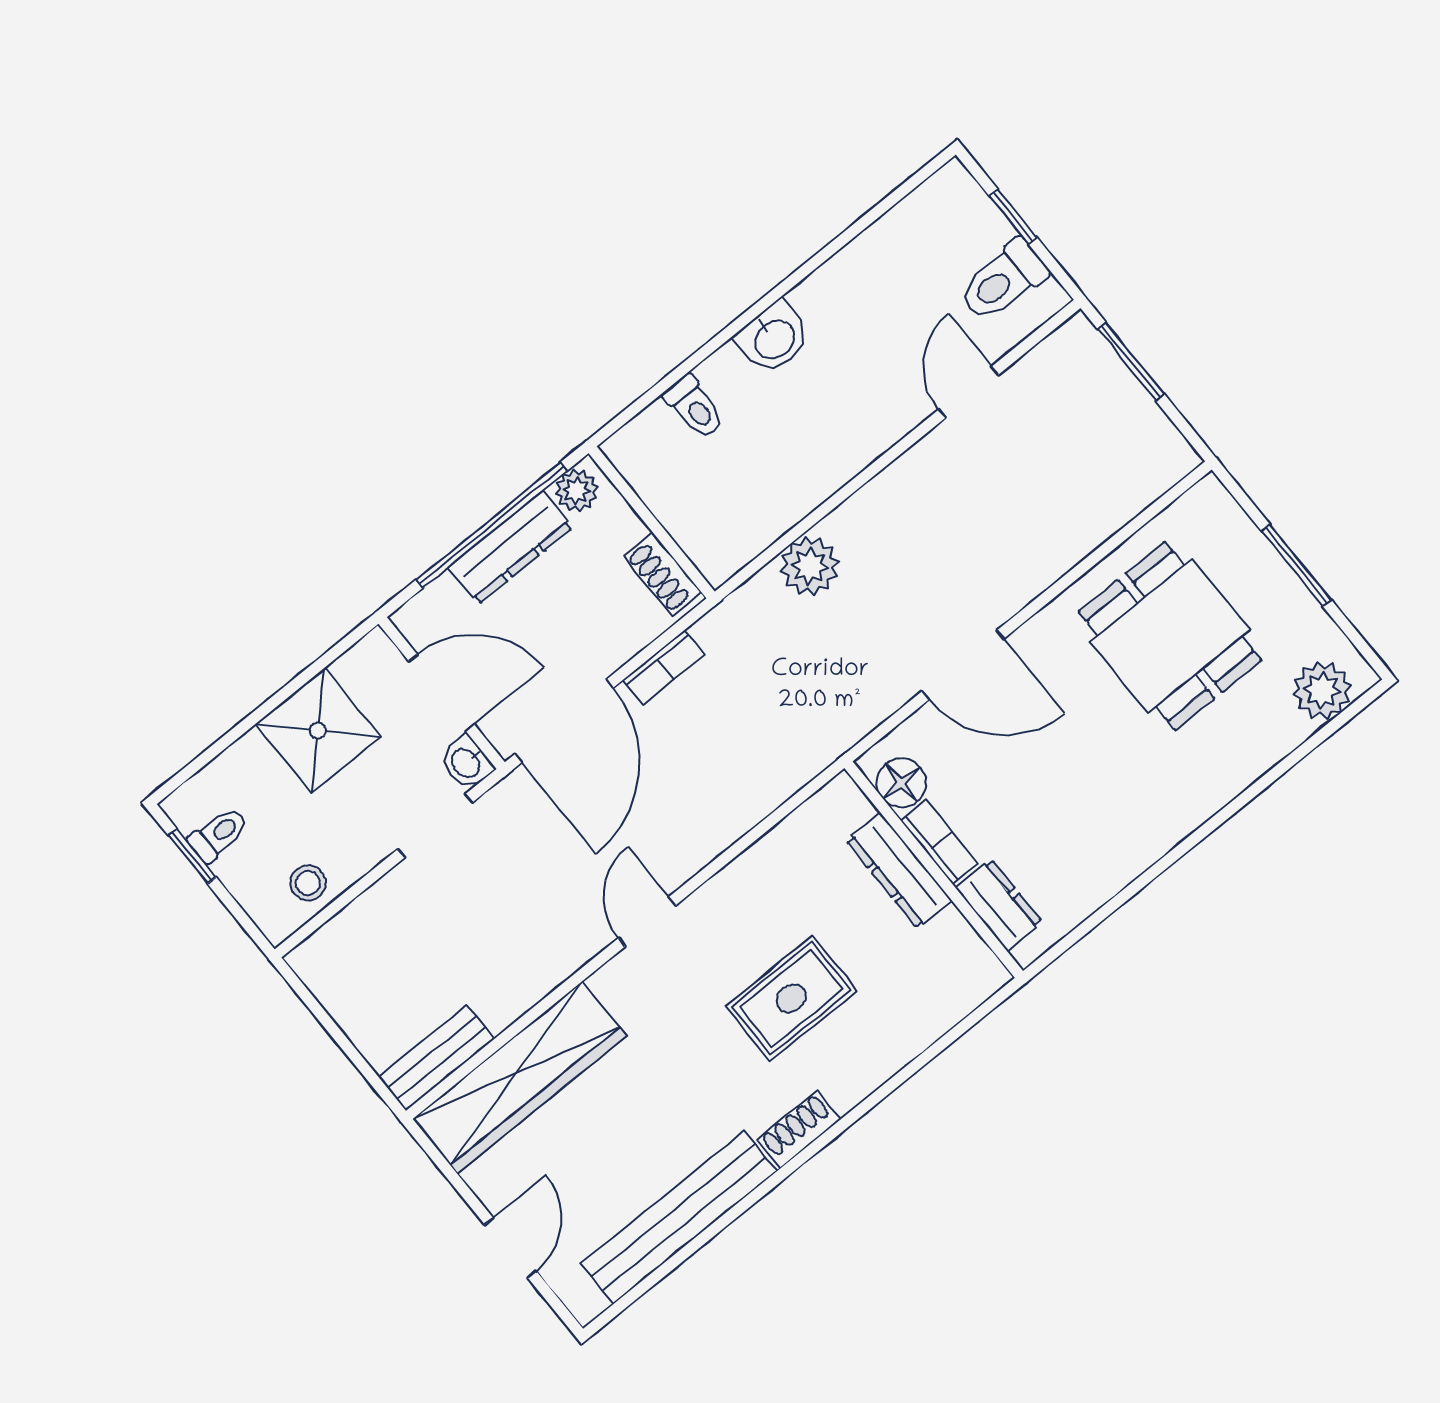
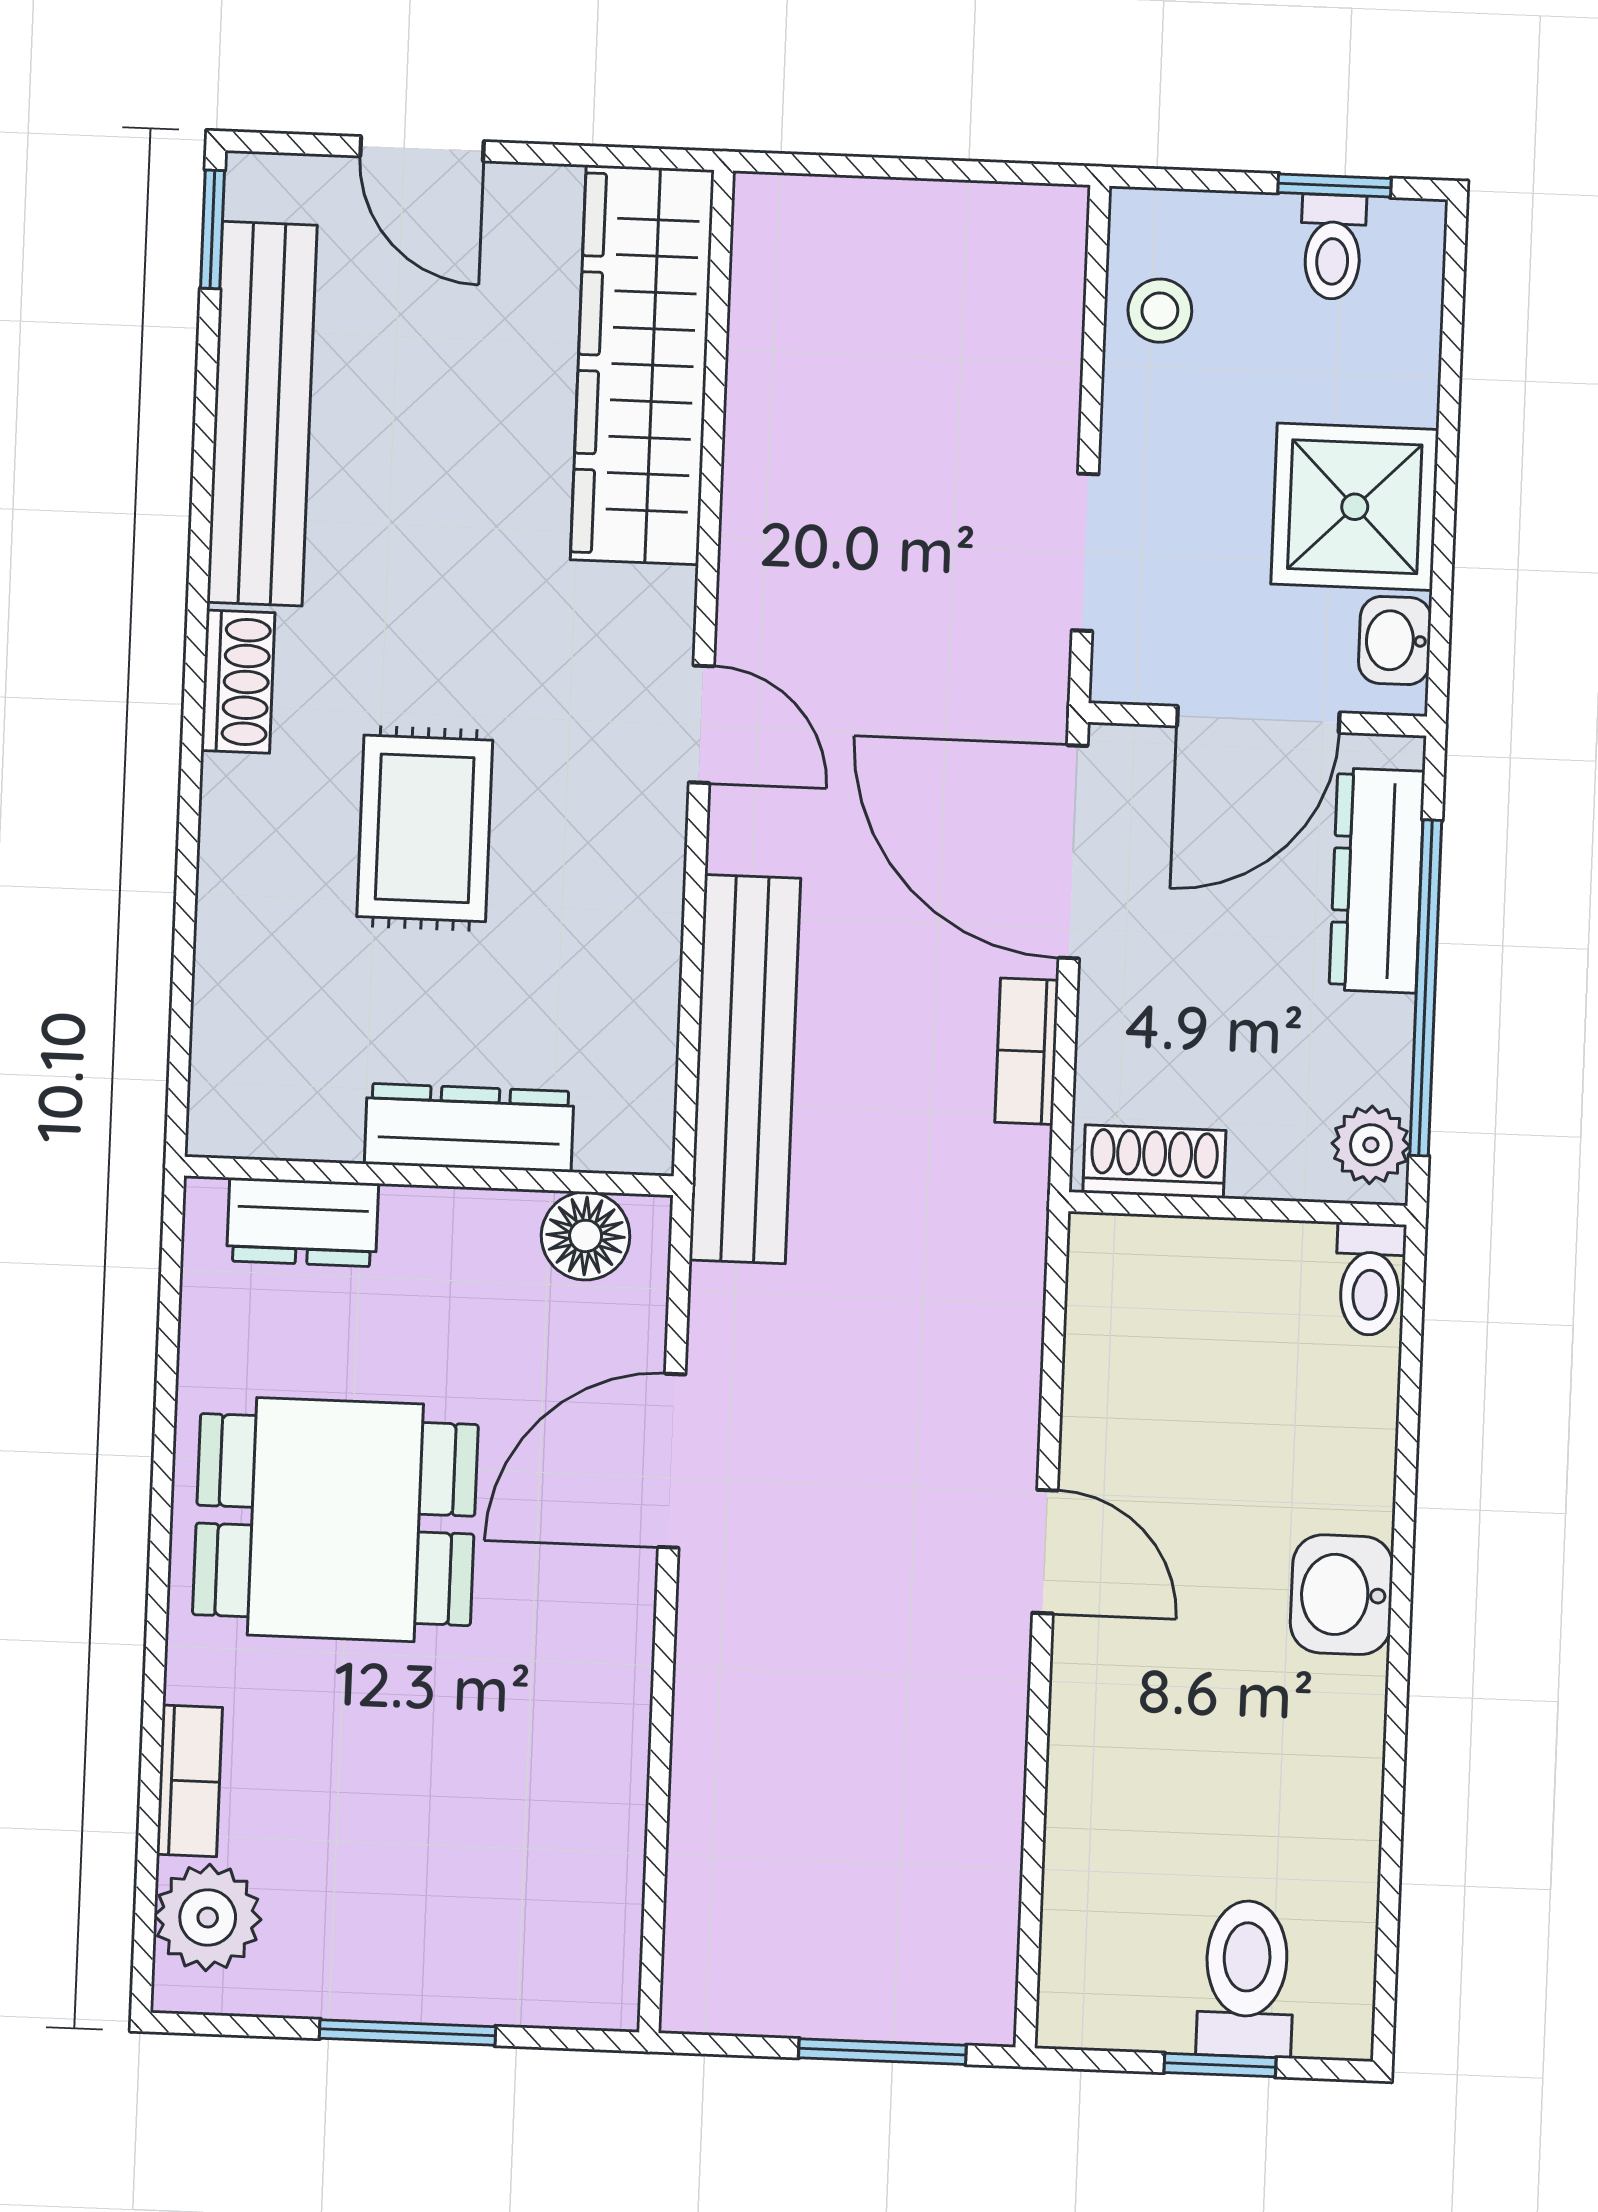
toilet: (1003, 281) -> (1246, 1979), moved
door: (969, 392) -> (1045, 1552), moved
toilet: (694, 407) -> (1370, 1279), moved, turned -90
dresser: (511, 547) -> (1377, 880), moved
plant: (810, 566) -> (989, 1371), removed
dining table: (1170, 636) -> (335, 1520), moved
washbasin: (466, 763) -> (1395, 640), moved, turned -90
bookcase: (939, 842) -> (190, 1781), moved, turned -90
bench: (437, 1058) -> (745, 1069), moved, width x1.86, depth x1.21
window: (620, 1305) -> (212, 229), added

